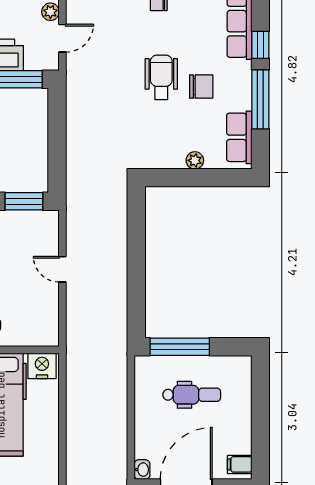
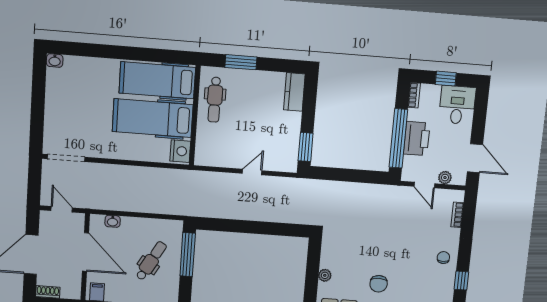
wheelchair: (161, 77) -> (388, 255), removed
dental chair: (192, 395) -> (151, 261), turned -150
washbasin: (142, 470) -> (113, 221), moved

